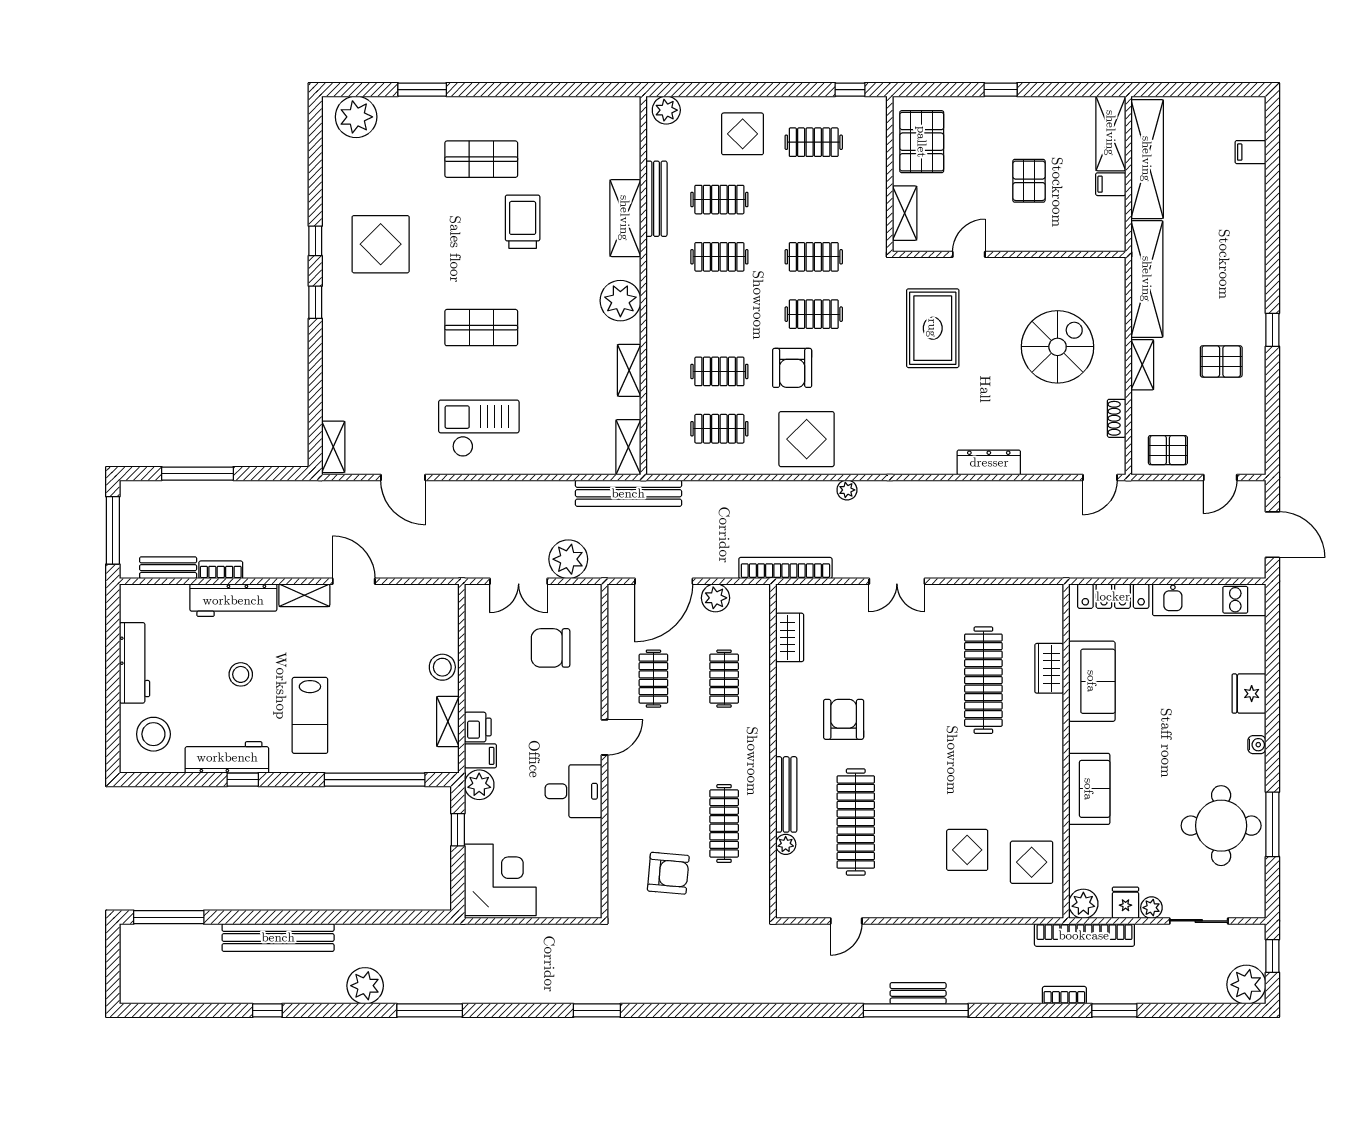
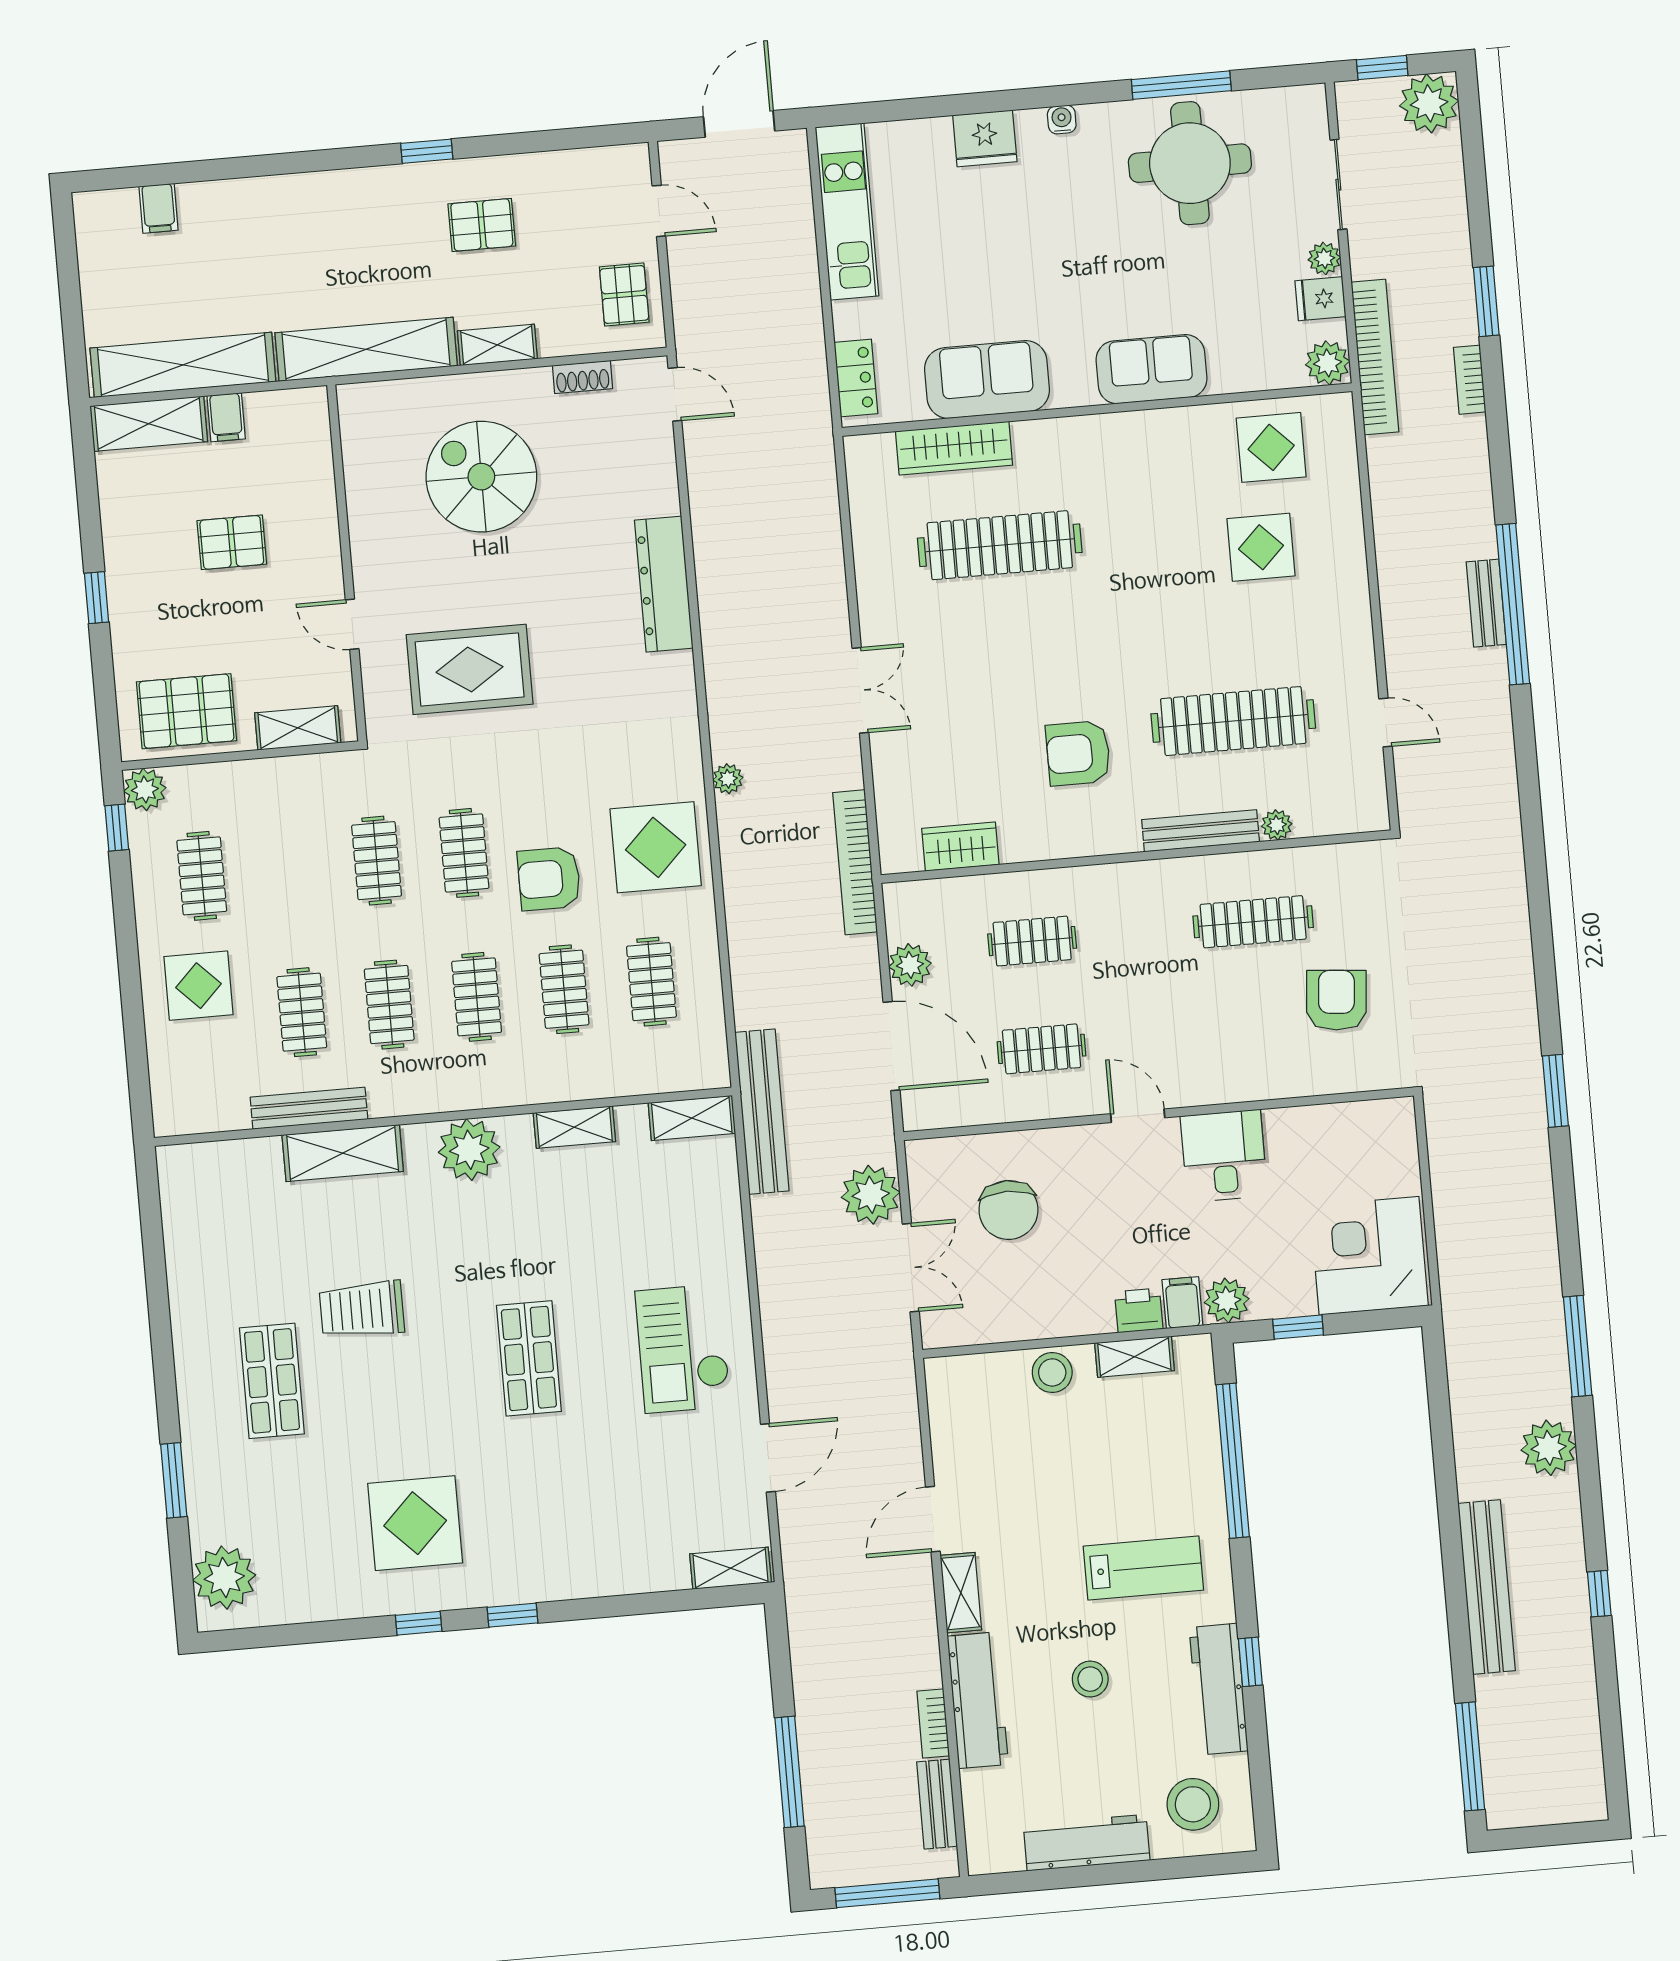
plant: (666, 110) -> (145, 789), moved
clothes rail: (719, 314) -> (477, 997), added
pallet: (1221, 361) -> (482, 225), turned 90
armchair: (792, 368) -> (549, 879), turned 180
dresser: (989, 462) -> (664, 584), width x1.37, depth x1.24
locker: (1113, 596) -> (856, 378), width x0.66
wardrobe: (1049, 668) -> (954, 448), width x1.50

